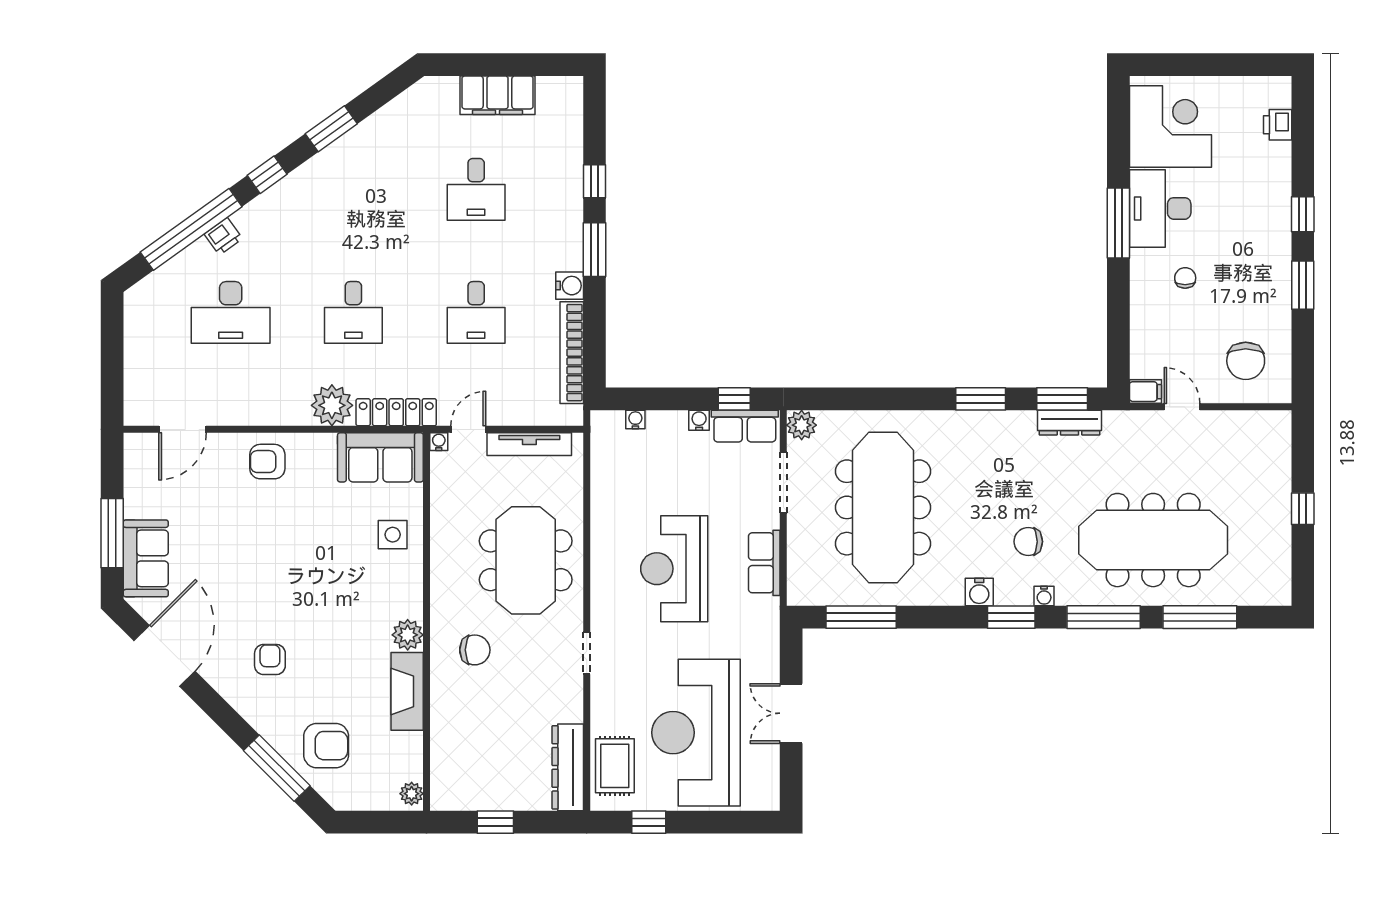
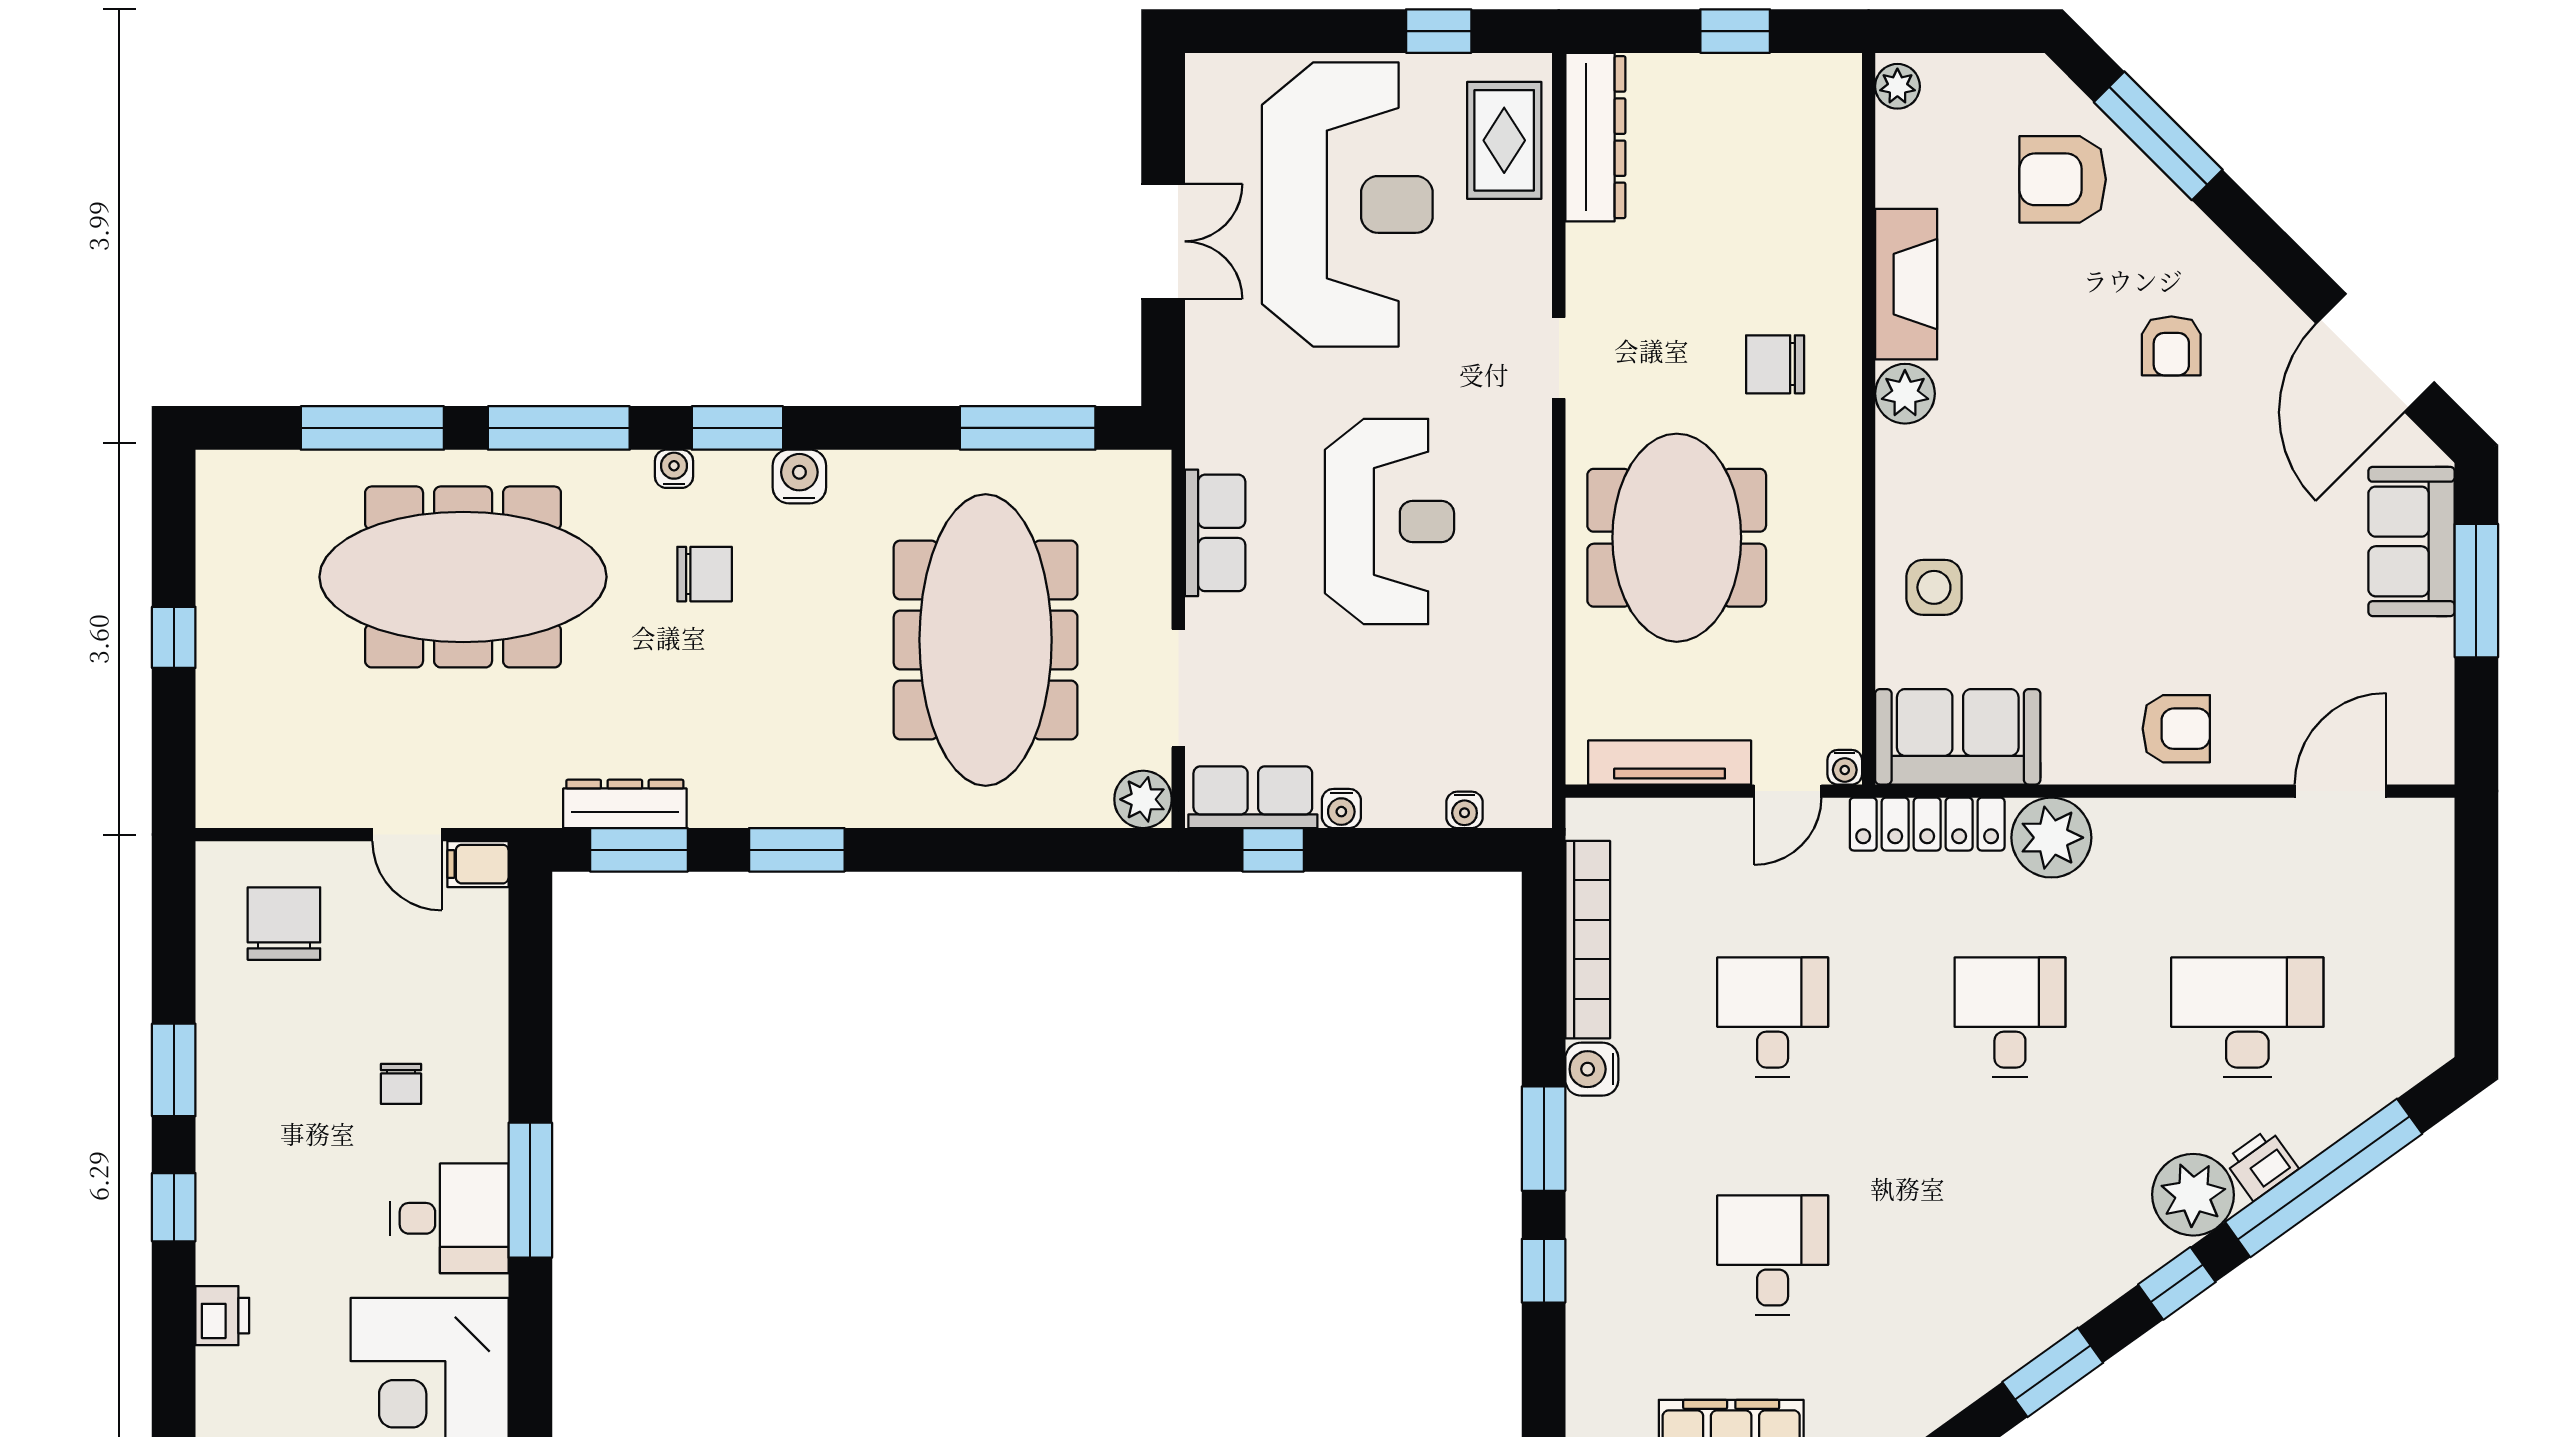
printer: (1278, 125) -> (222, 1316), moved
desk: (1160, 208) -> (449, 1218), width x0.73
plant: (259, 221) -> (2193, 1195), added

